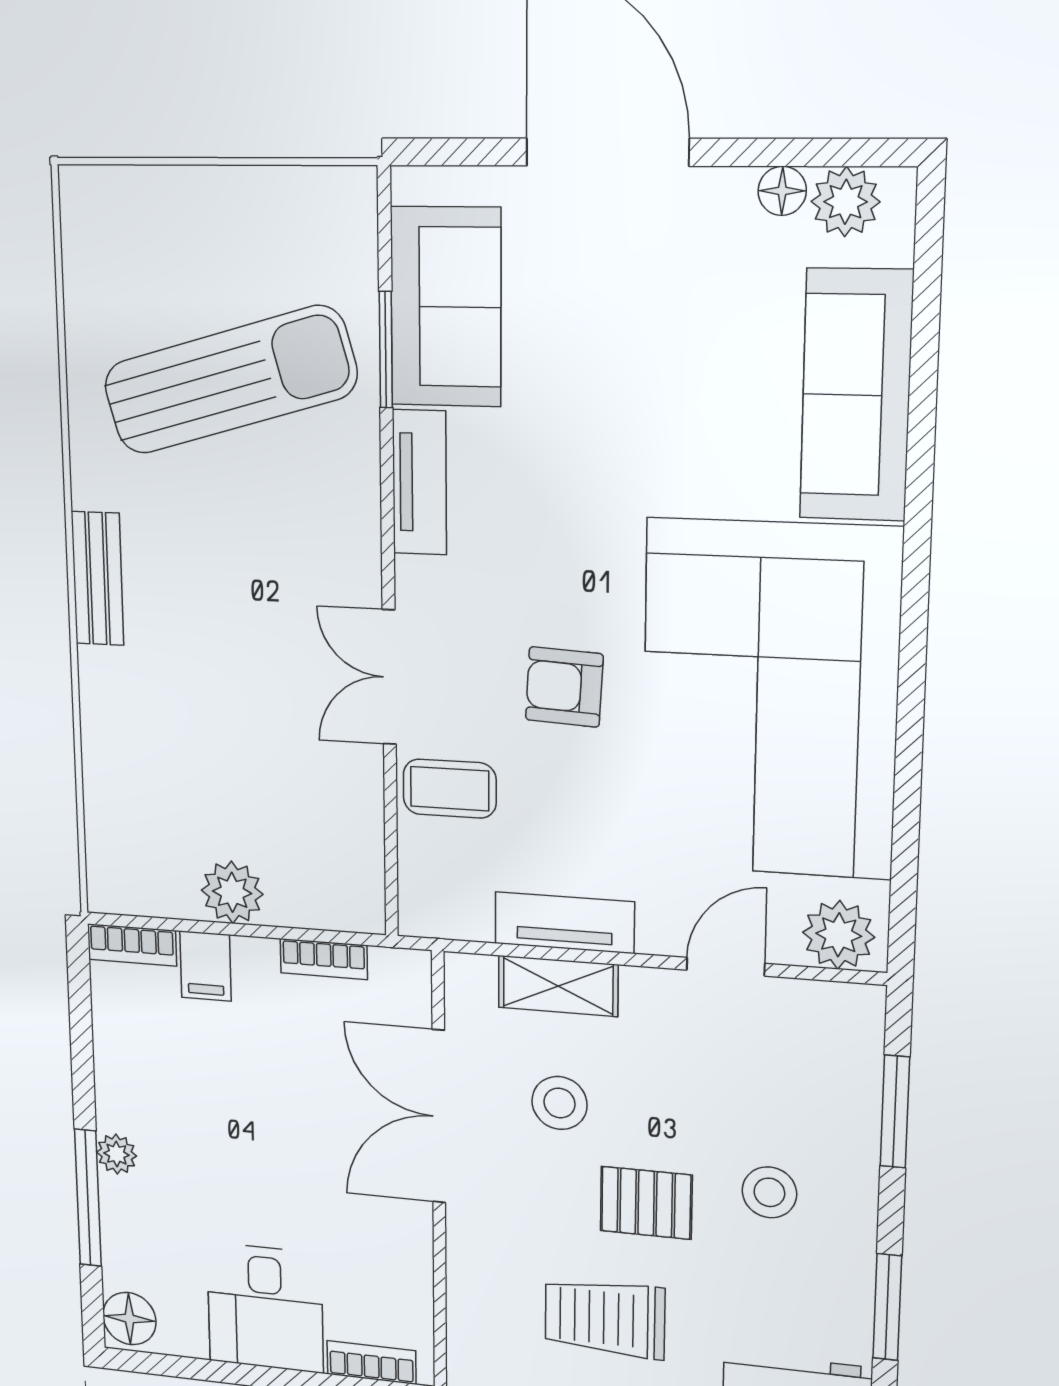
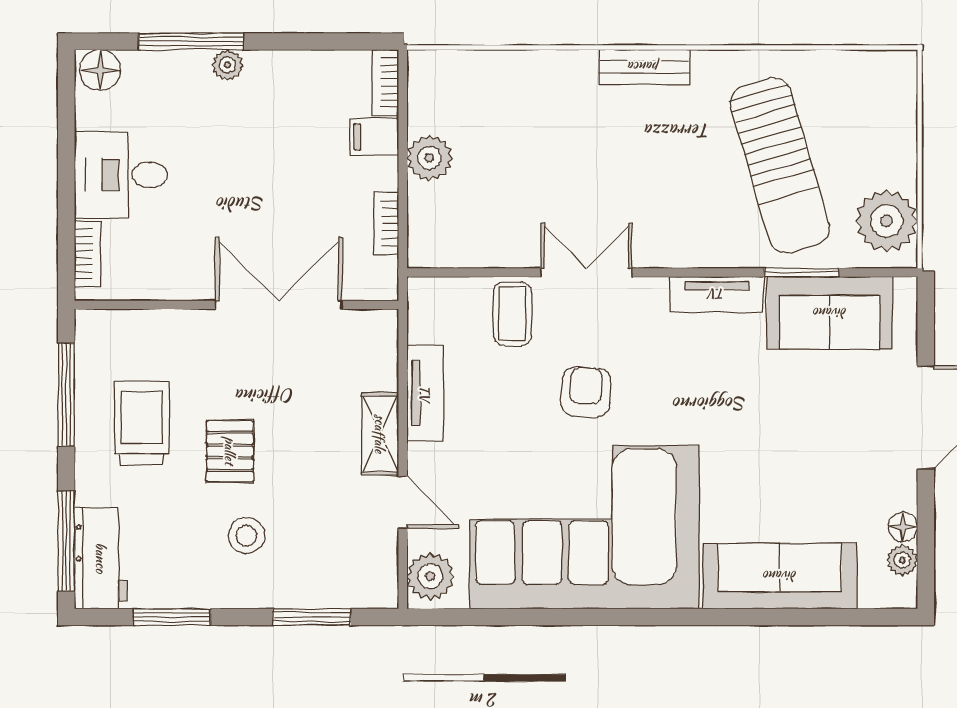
plant: (846, 202) -> (902, 560), width x0.73, depth x0.73
plant: (307, 215) -> (886, 221), added
shelving: (558, 986) -> (380, 434), moved
stool: (559, 1103) -> (297, 390), removed

